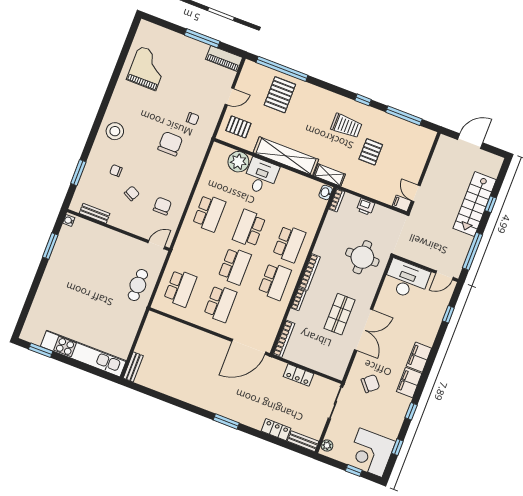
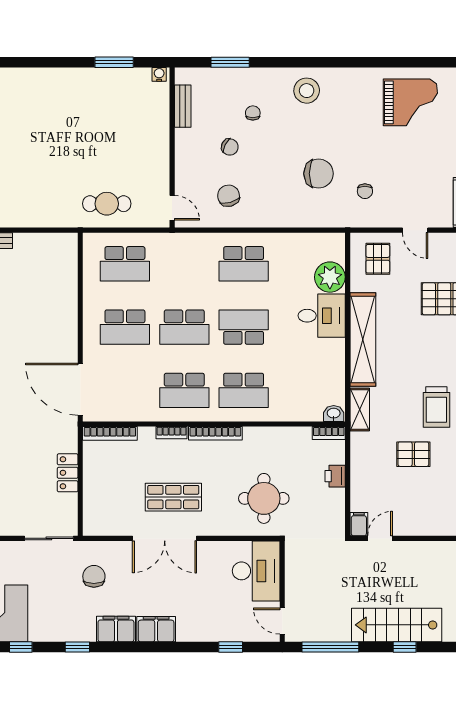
chair: (162, 206) -> (229, 196), turned -105
chair: (370, 384) -> (94, 576), turned -139

